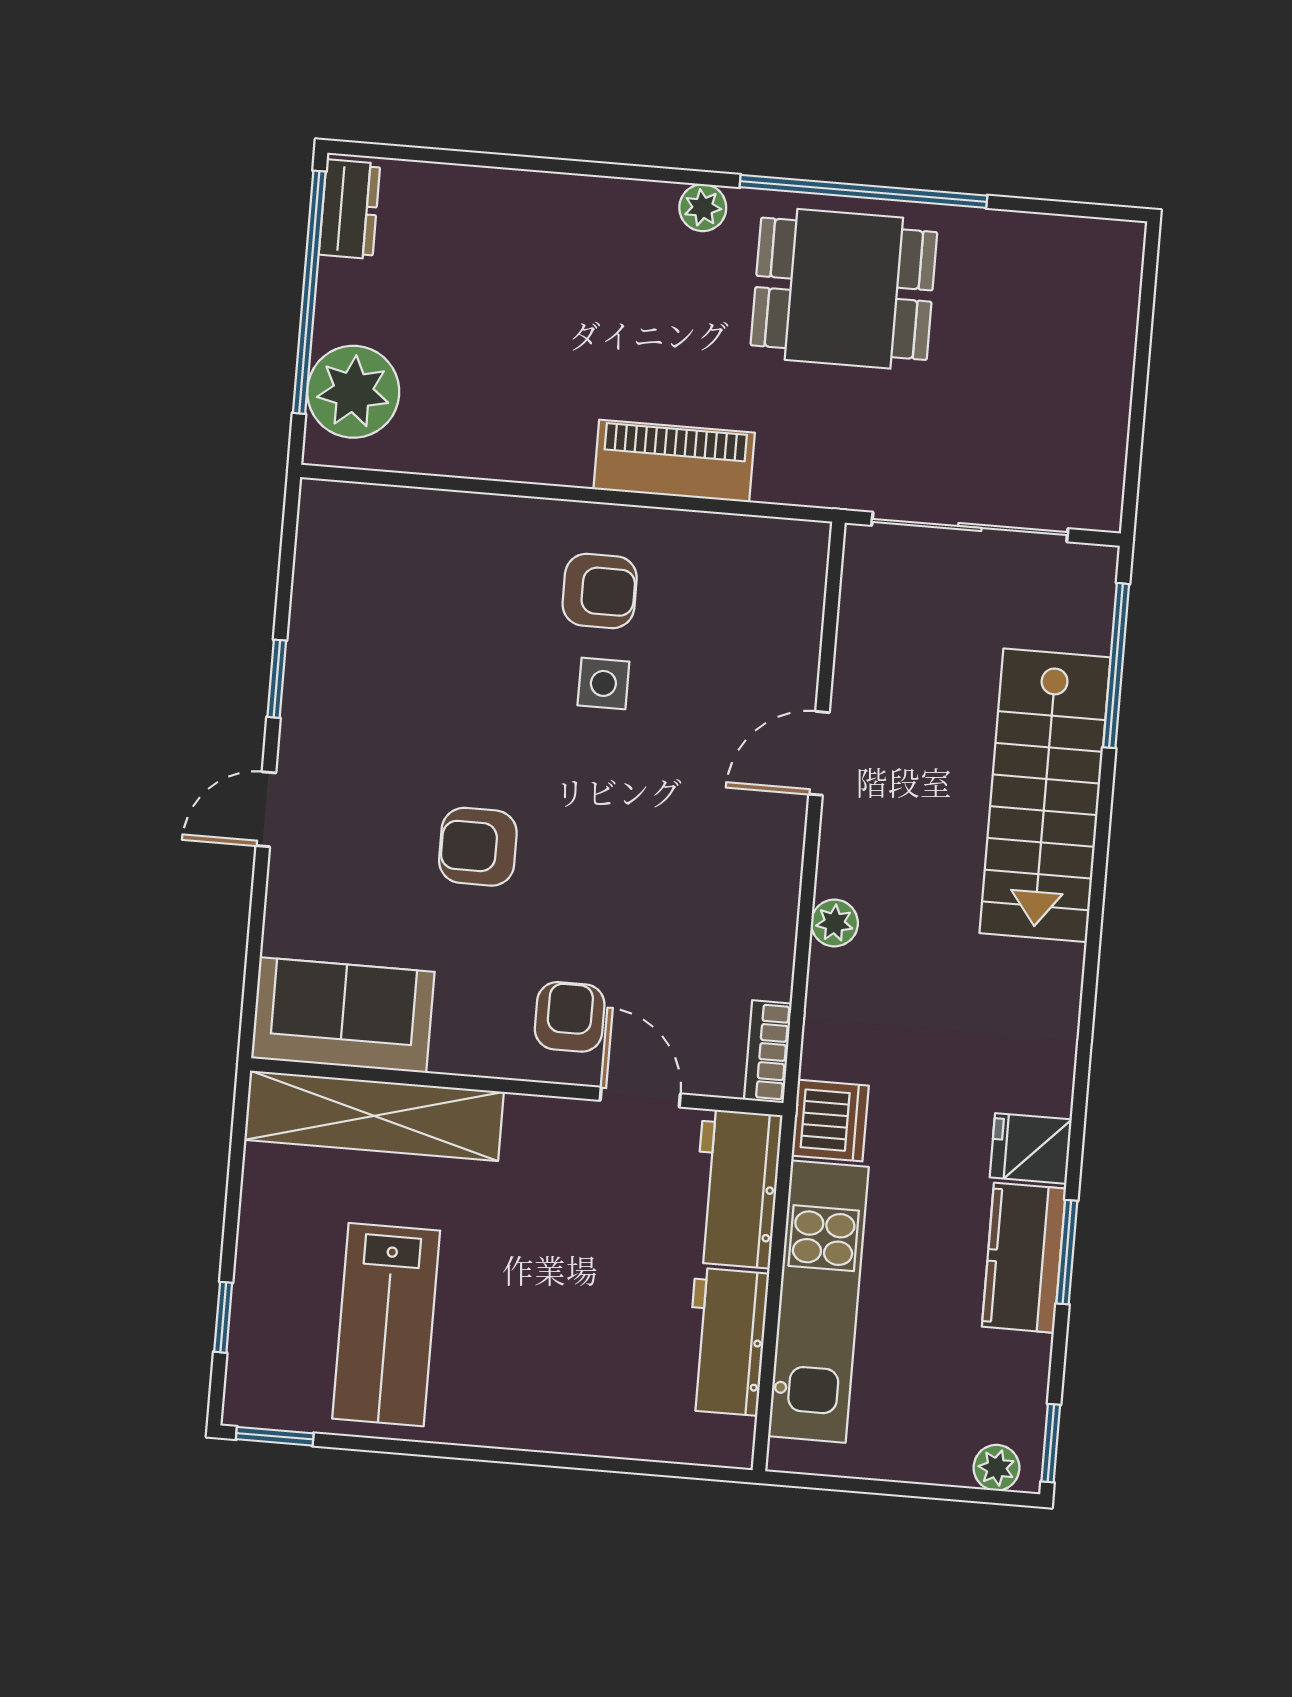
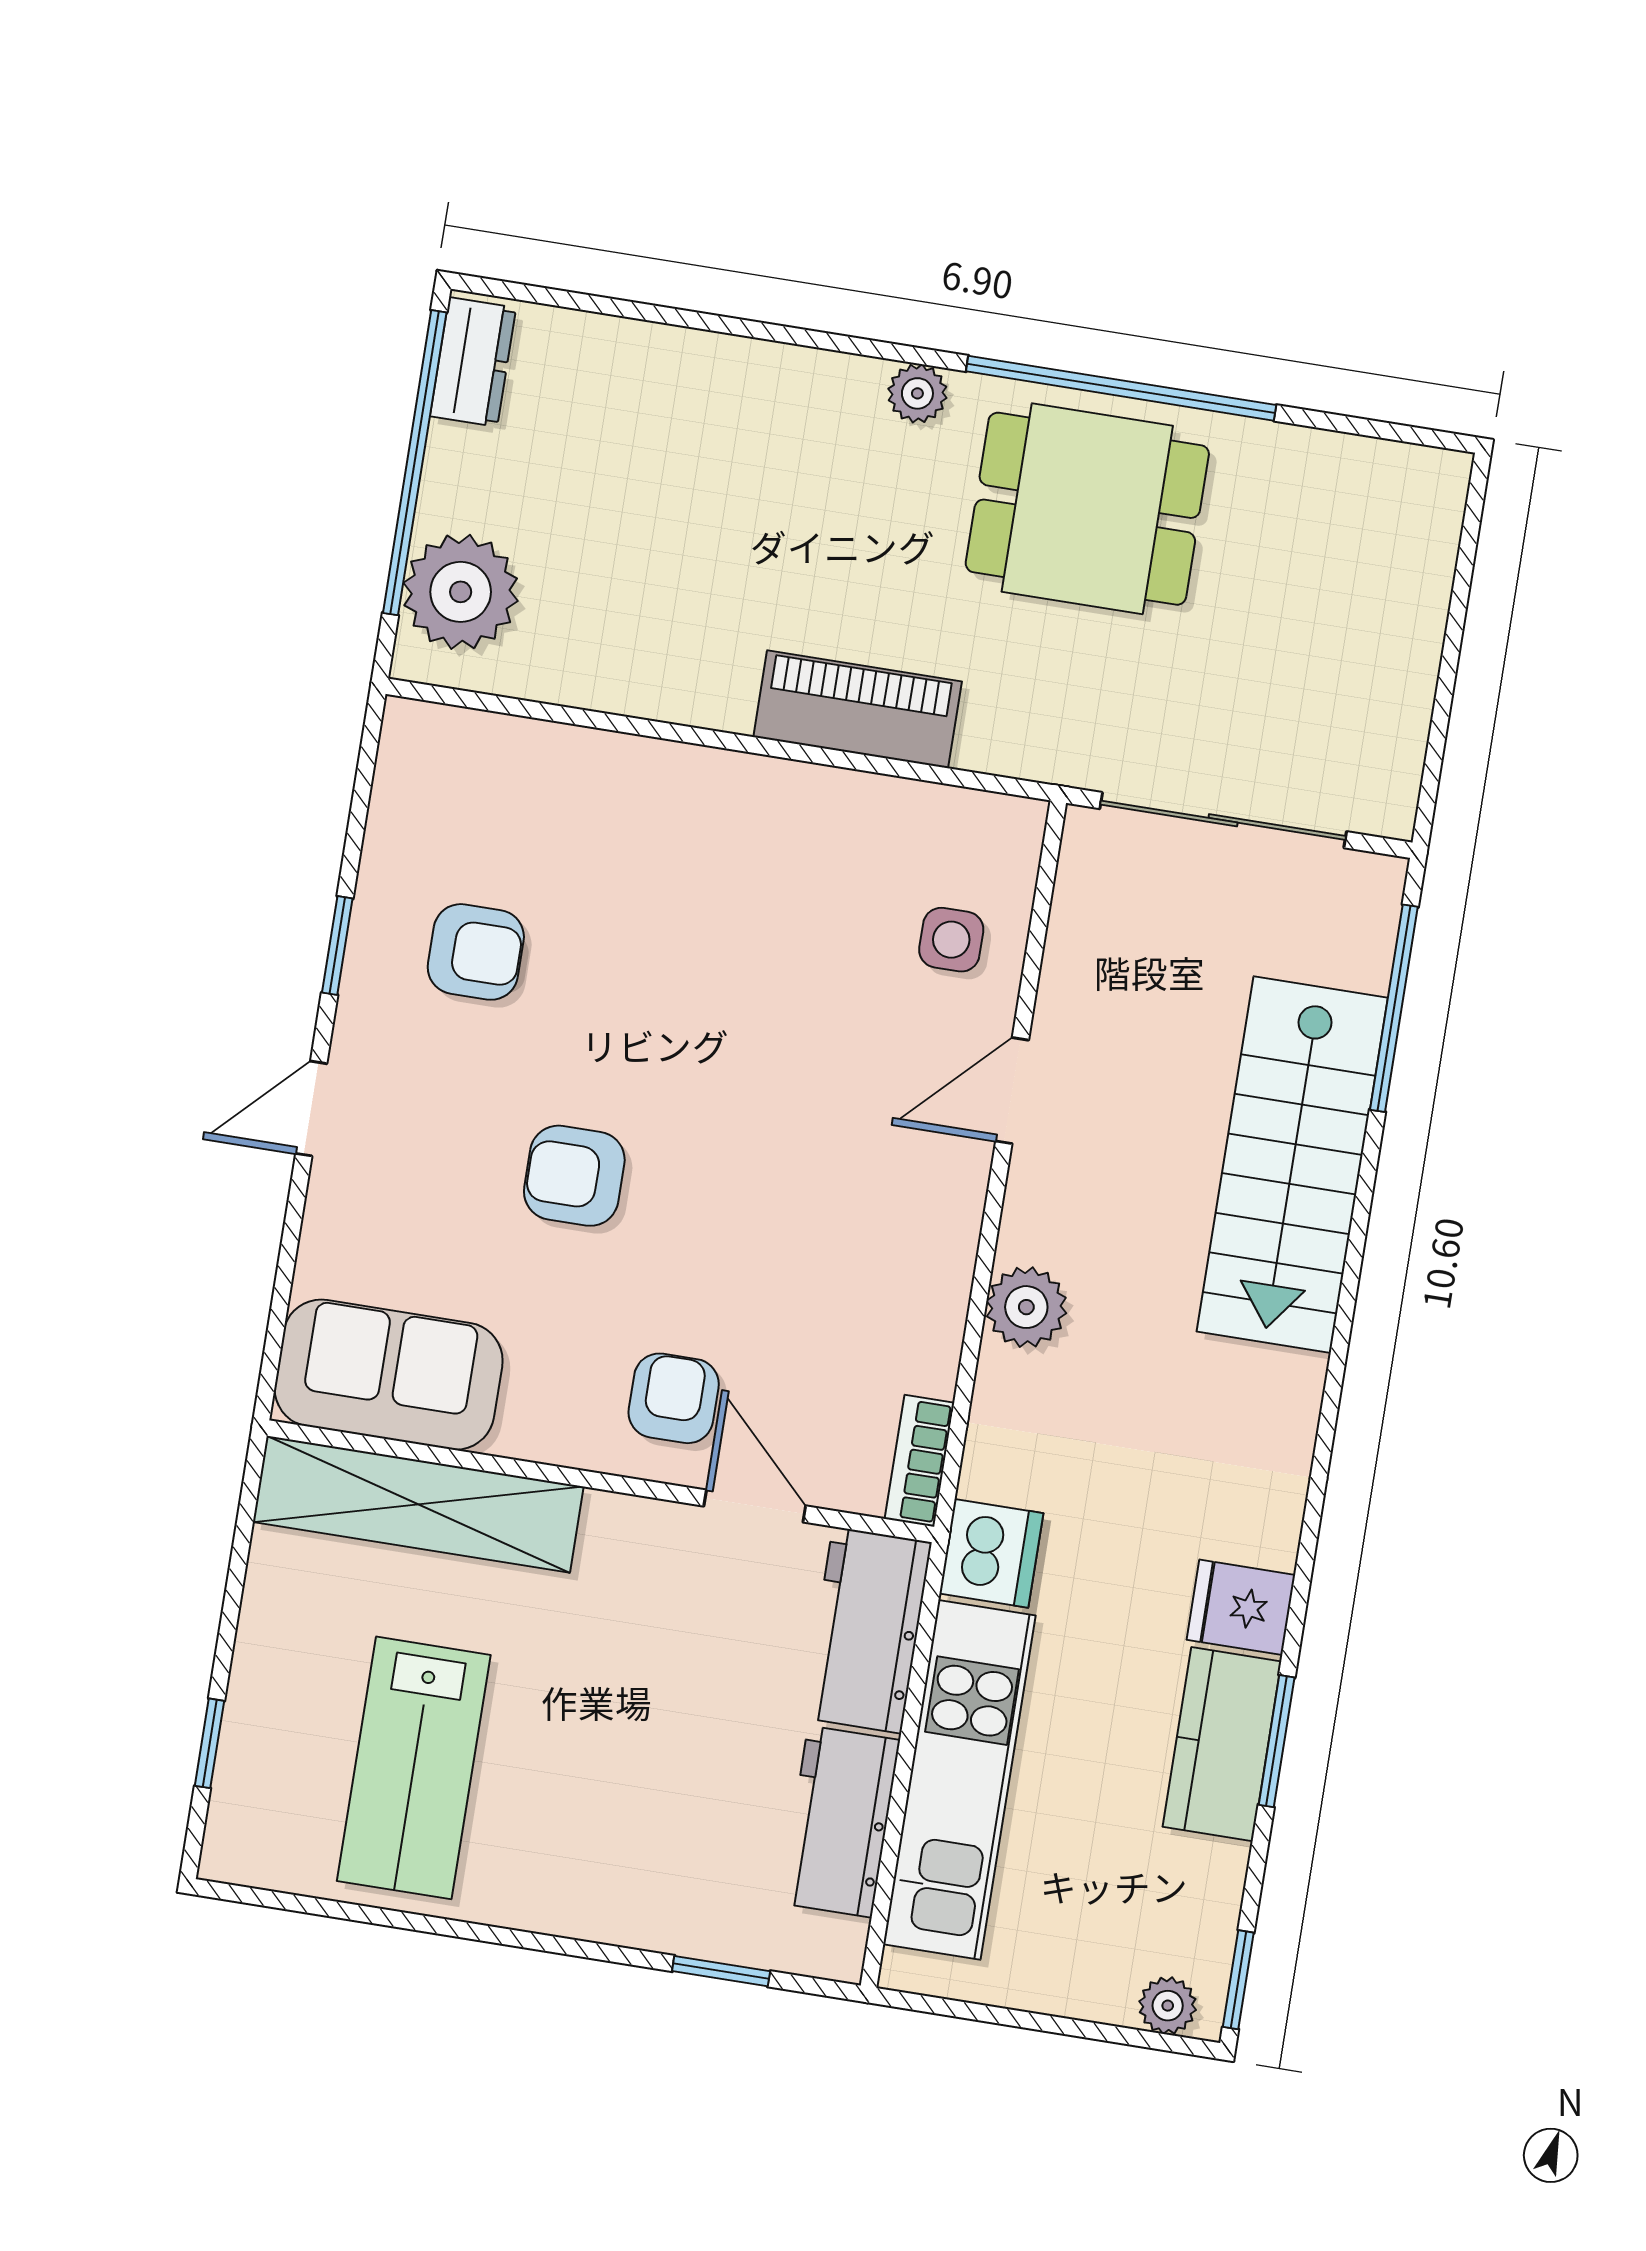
armchair: (600, 591) -> (476, 952), moved
side table: (603, 683) -> (951, 940), moved
plant: (834, 923) -> (1026, 1307), width x1.38, depth x1.38
window: (275, 1436) -> (721, 1971), moved

